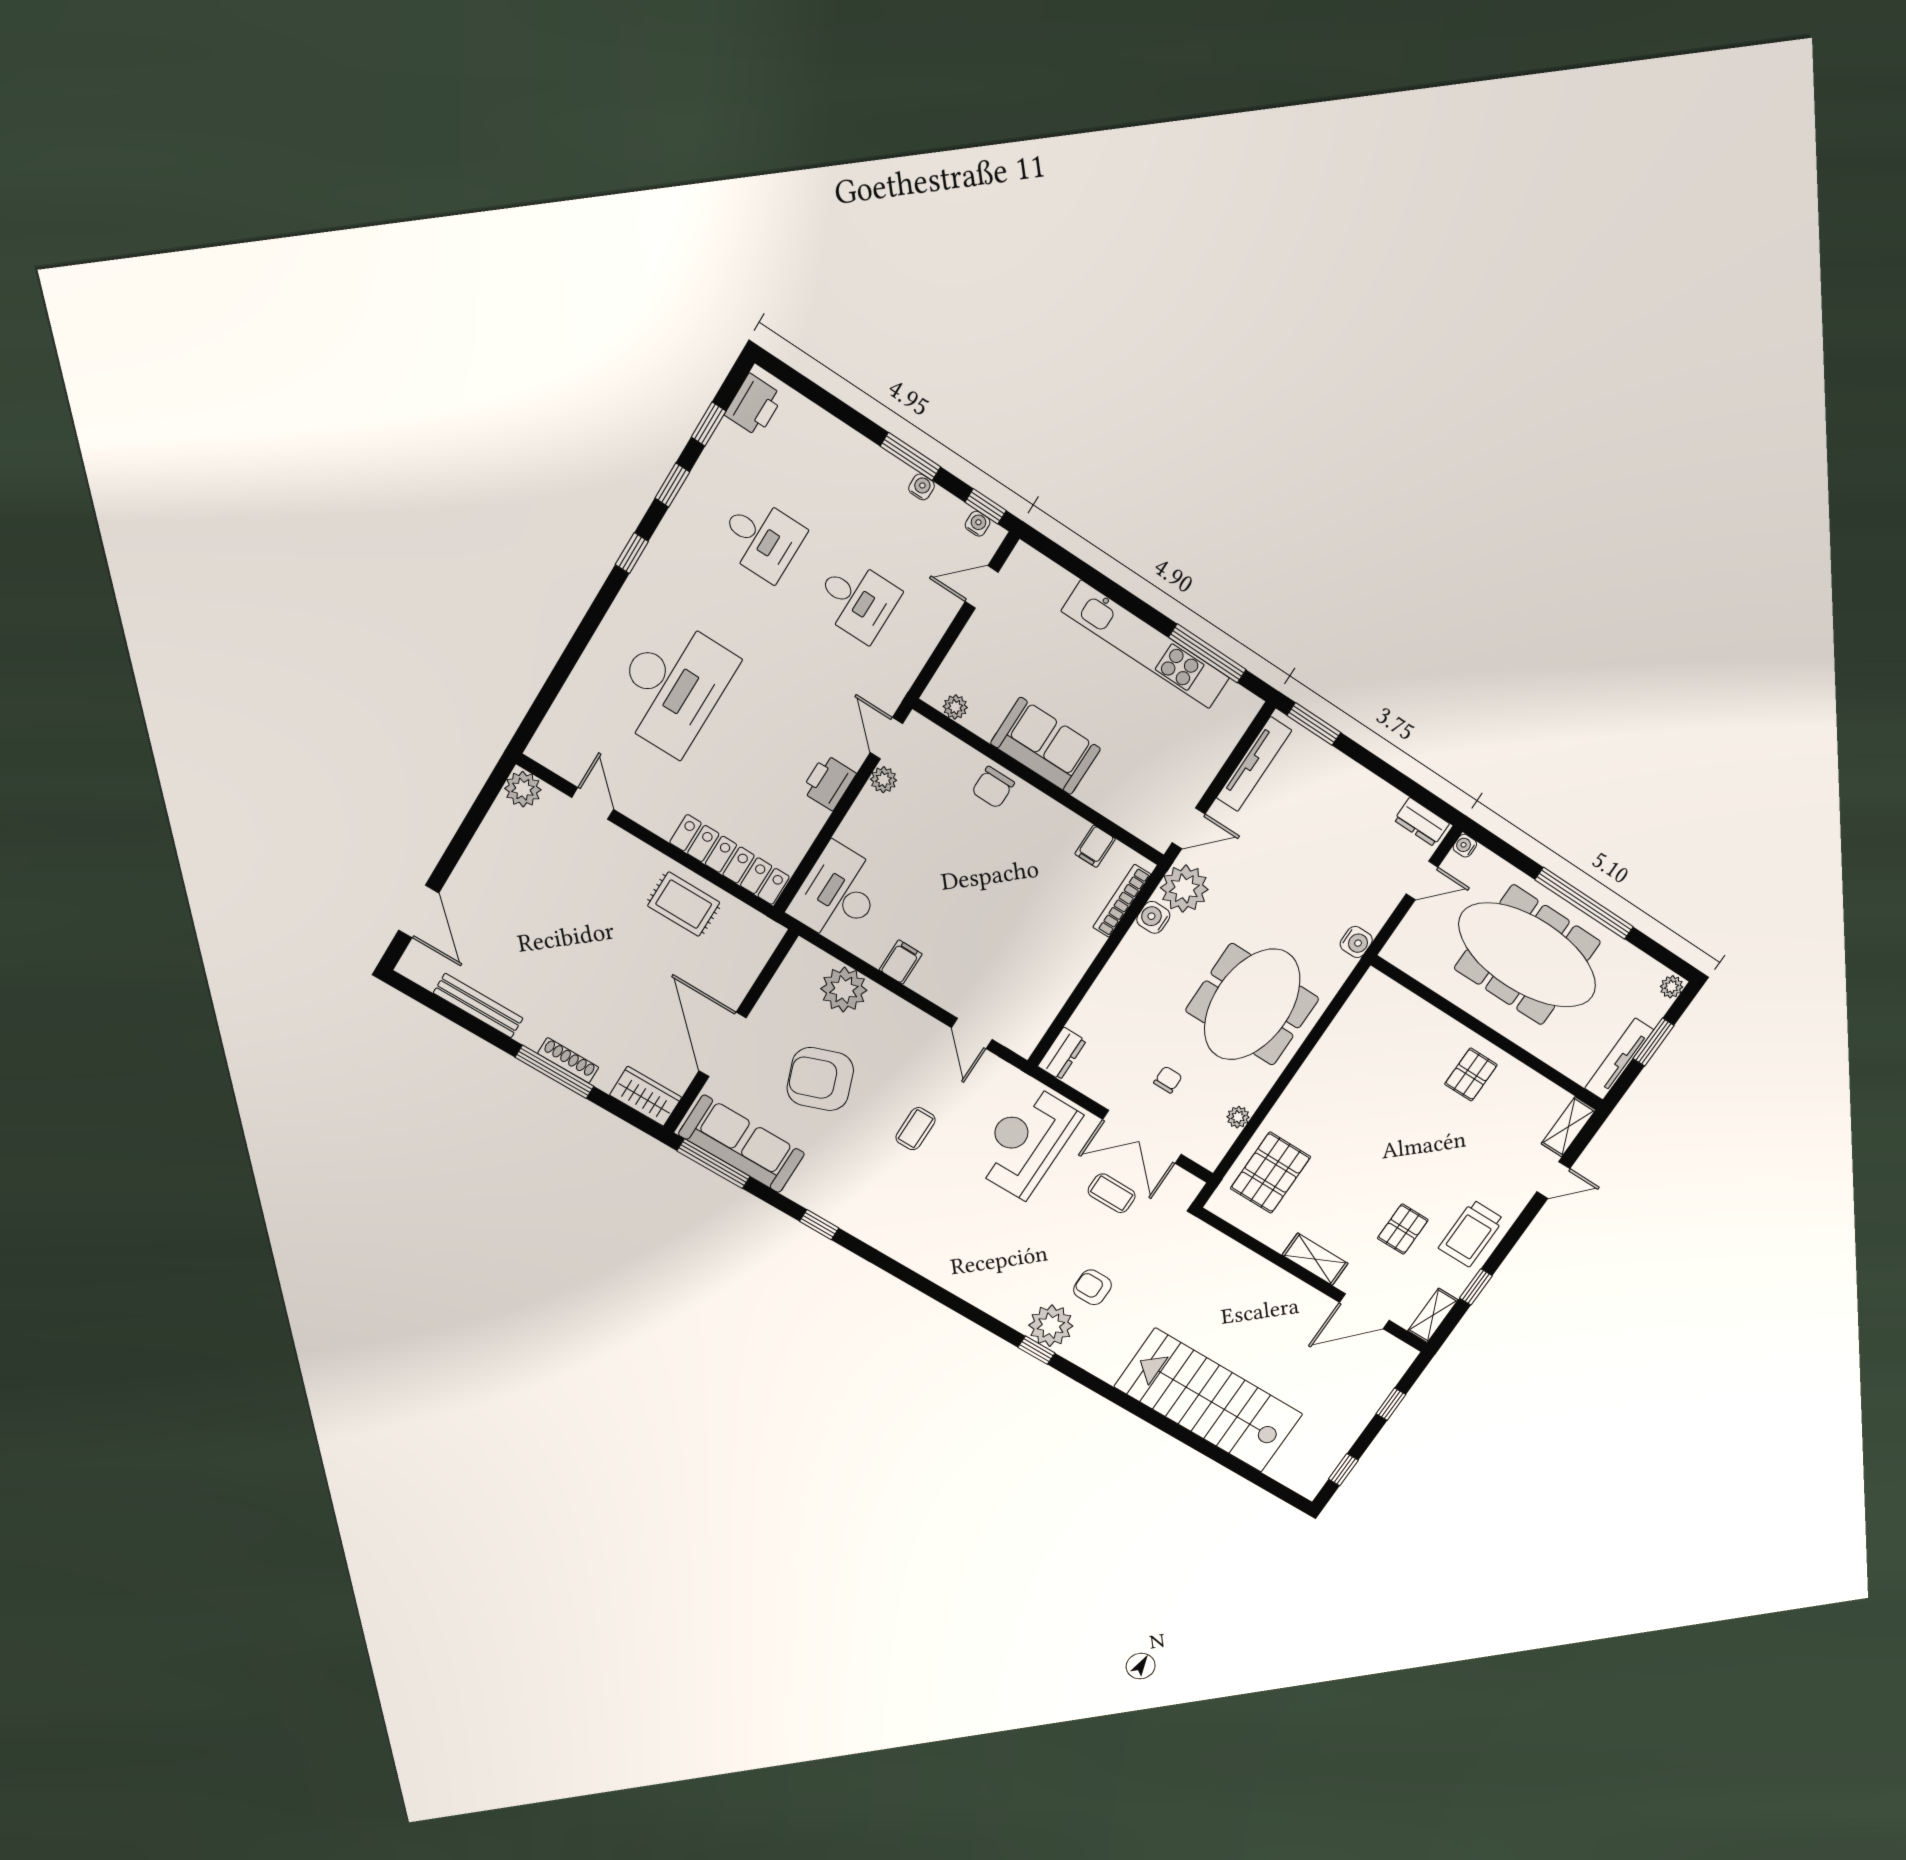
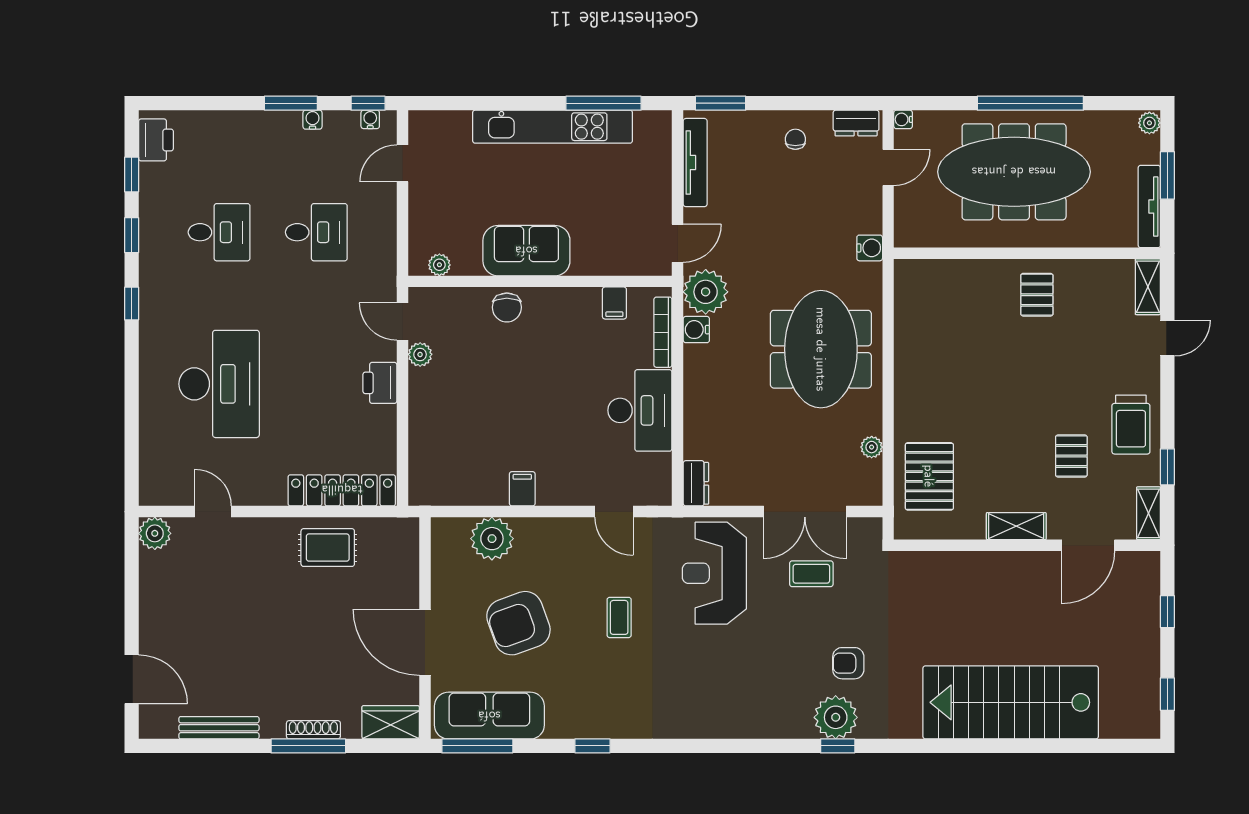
desk: (838, 894) -> (640, 410), moved, turned 180
chair: (1168, 1080) -> (795, 139), moved

